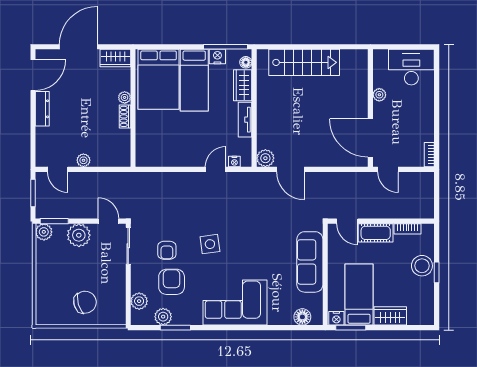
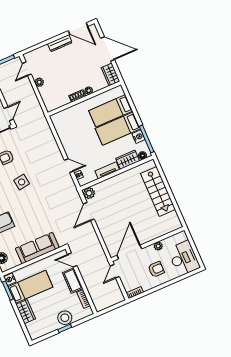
bed: (159, 79) -> (111, 111), width x0.67
armchair: (410, 111) -> (156, 269), added
door: (347, 221) -> (72, 260), hinge flipped

